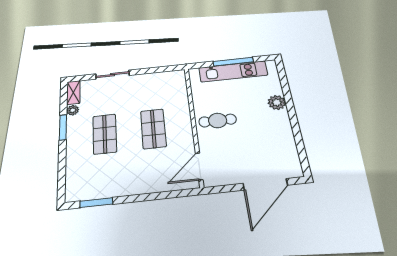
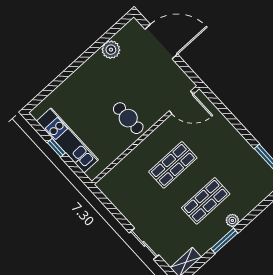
window: (233, 62) -> (56, 148), width x0.46
plant: (277, 102) -> (111, 50), moved
plant: (73, 110) -> (232, 220), moved

